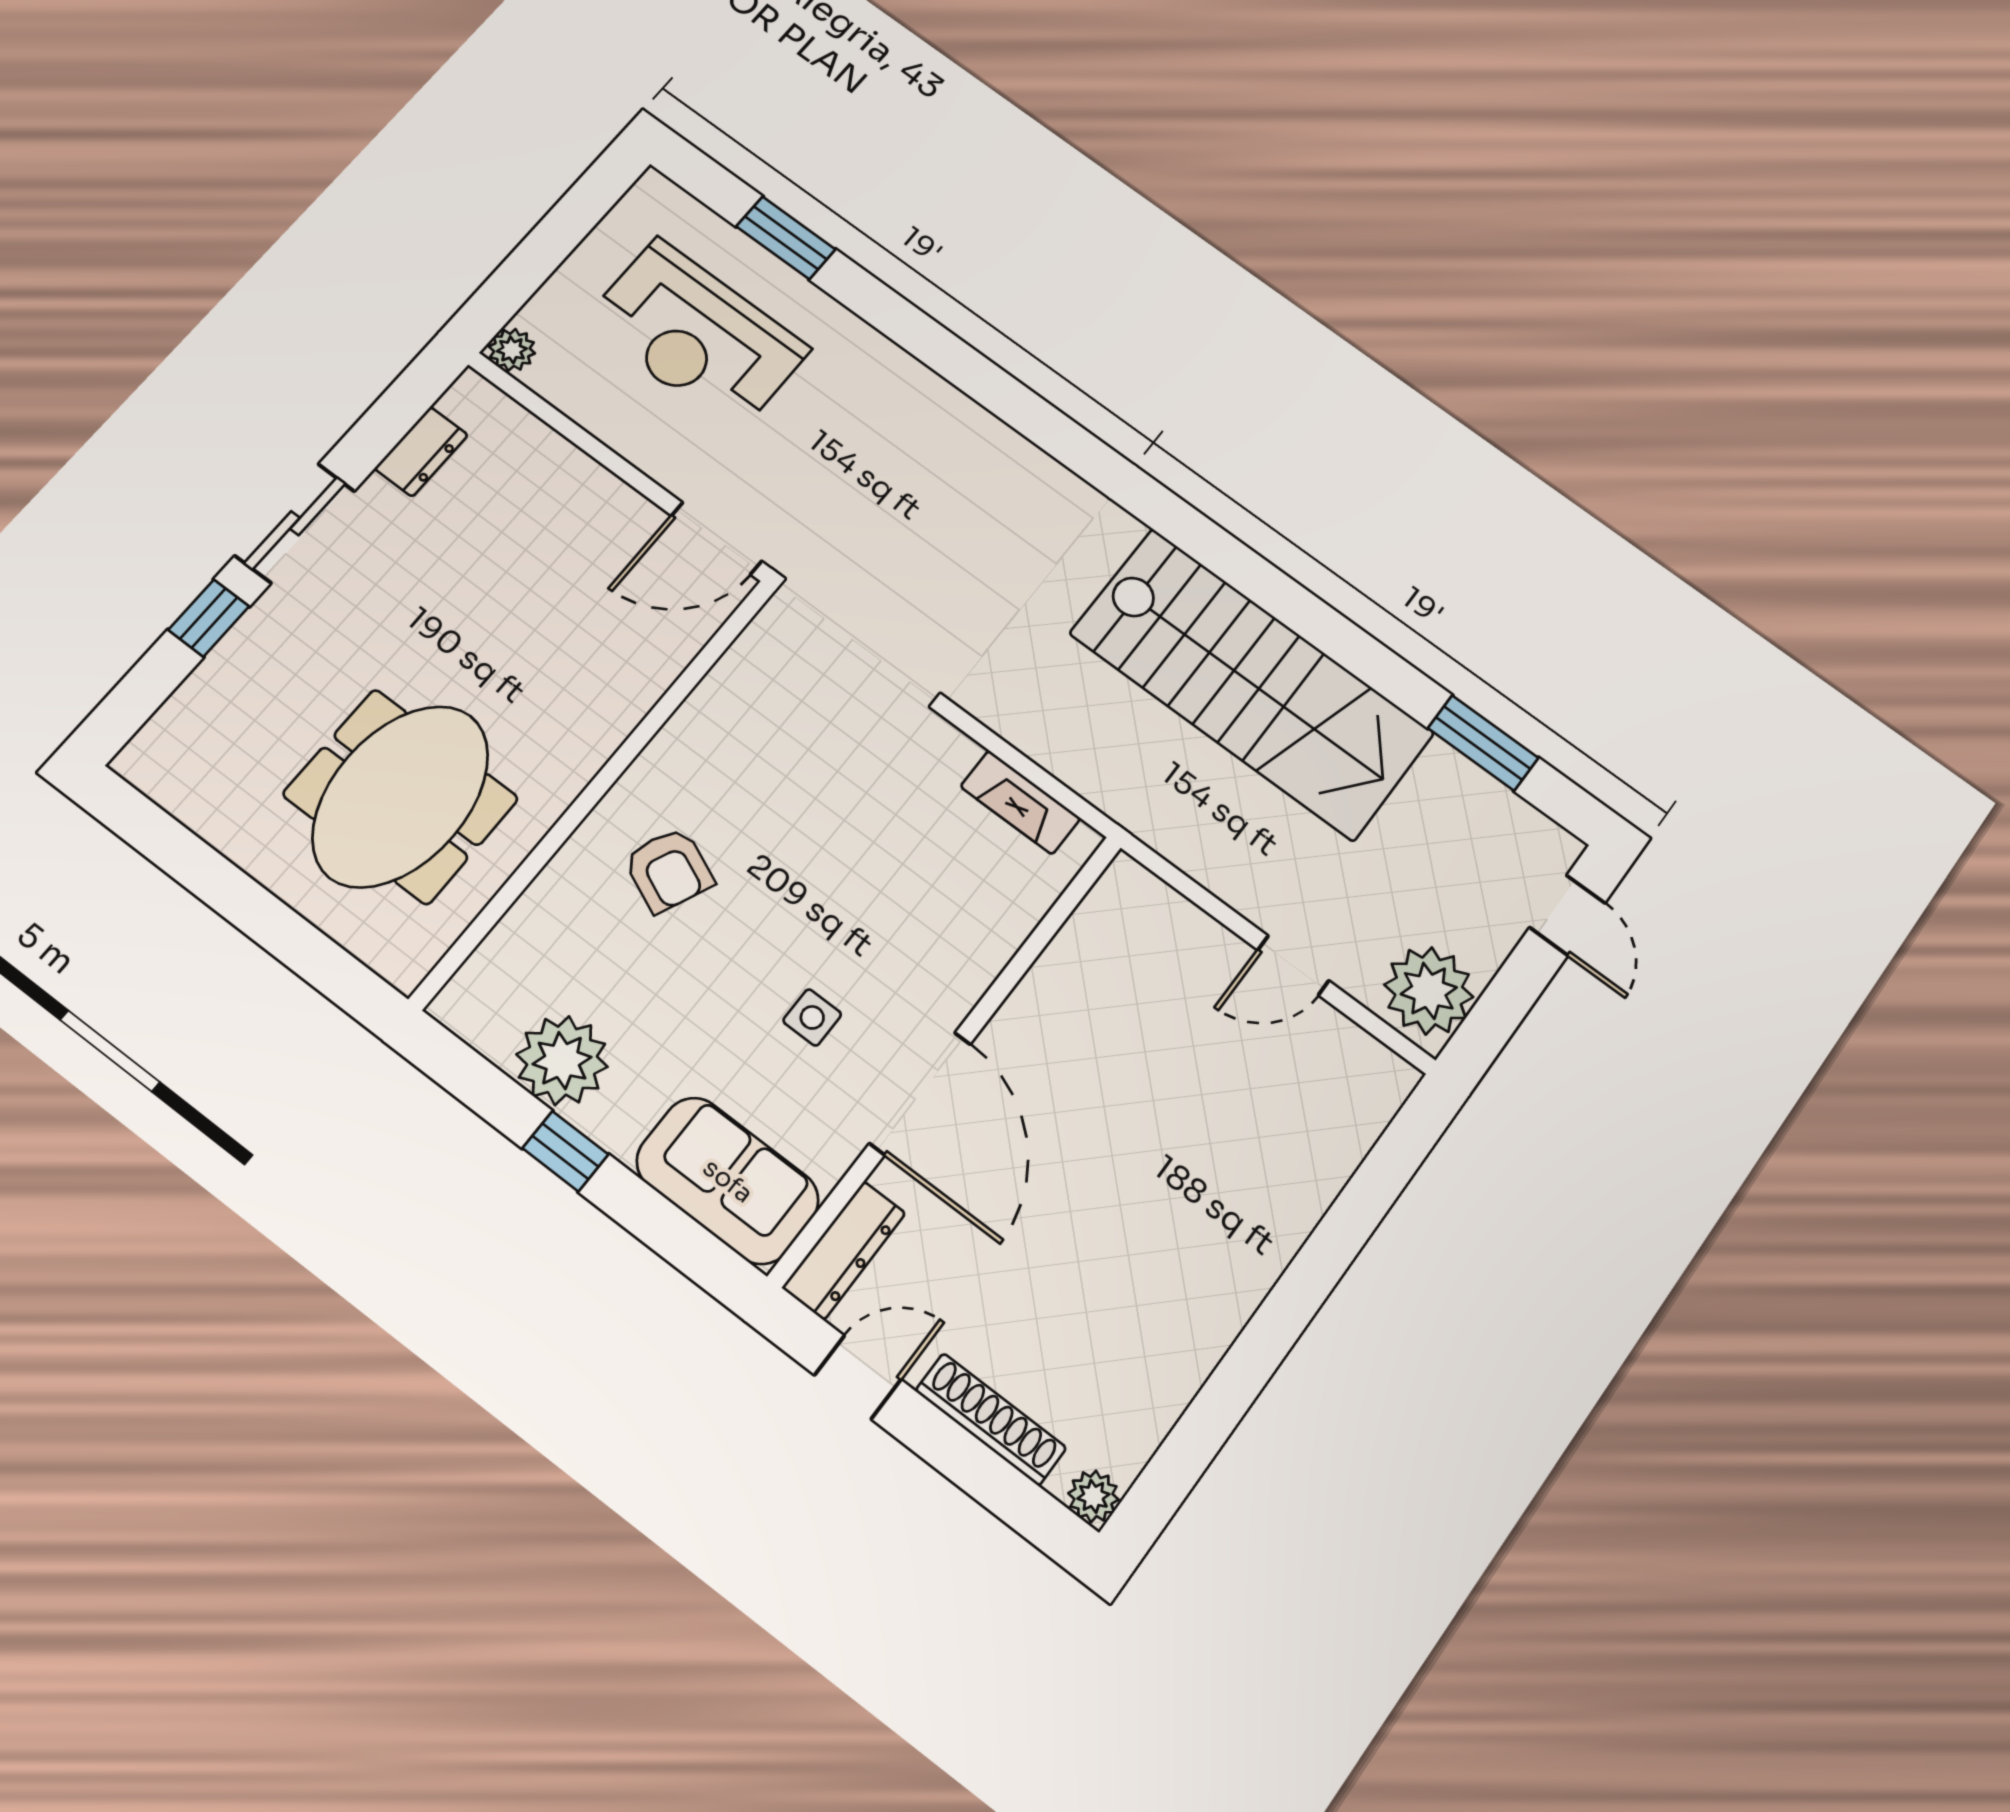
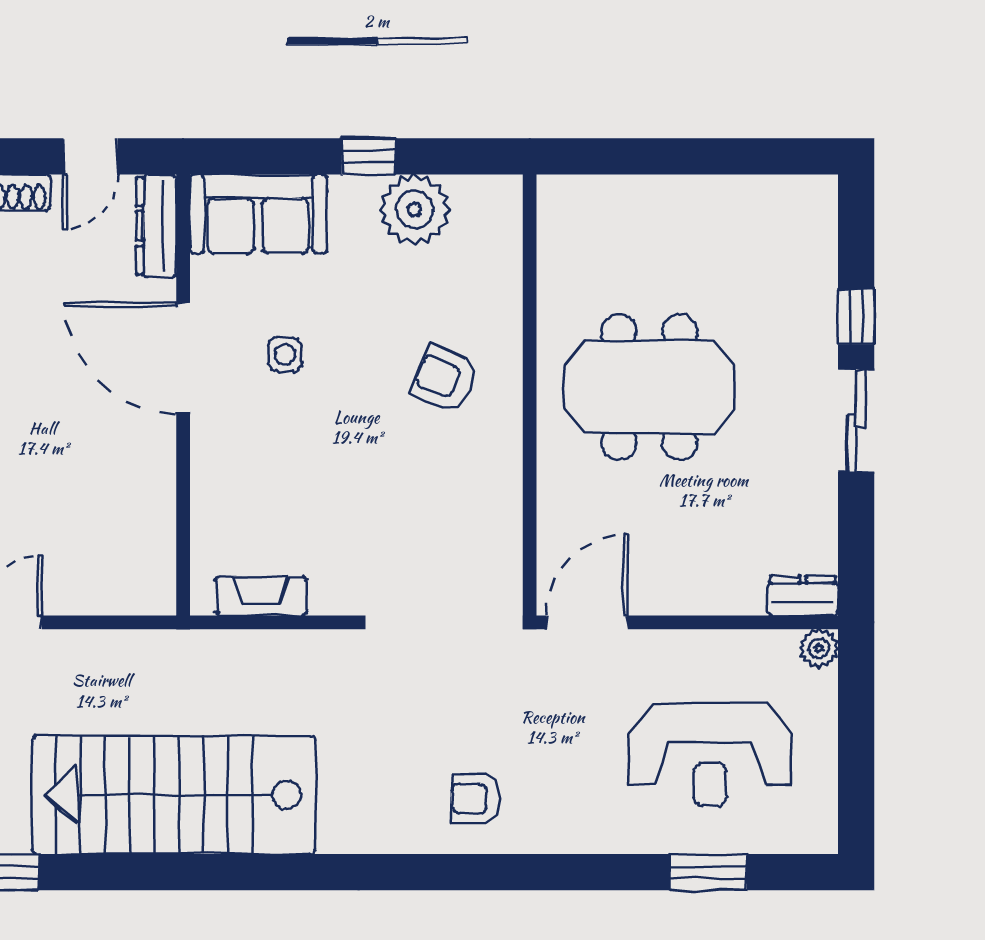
reception desk: (697, 335) -> (710, 754), turned 180
dresser: (421, 452) -> (803, 596), moved, turned 90
armchair: (956, 462) -> (476, 799), added
meeting table: (401, 796) -> (649, 387), moved, turned 90

